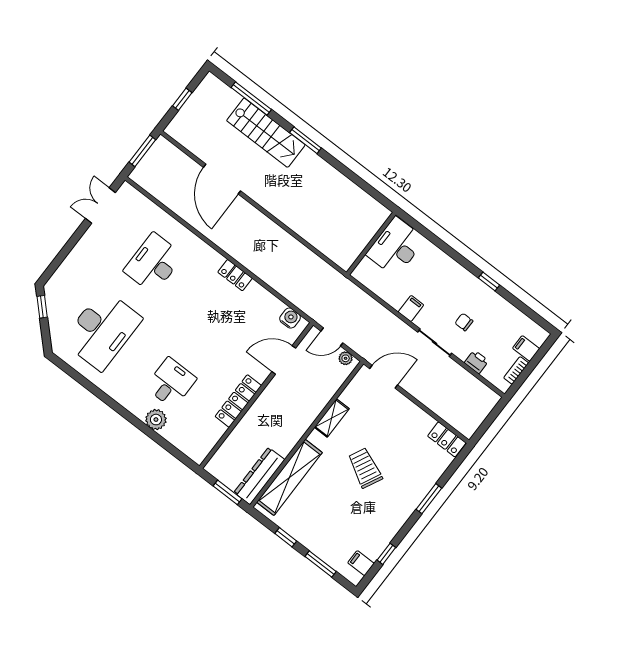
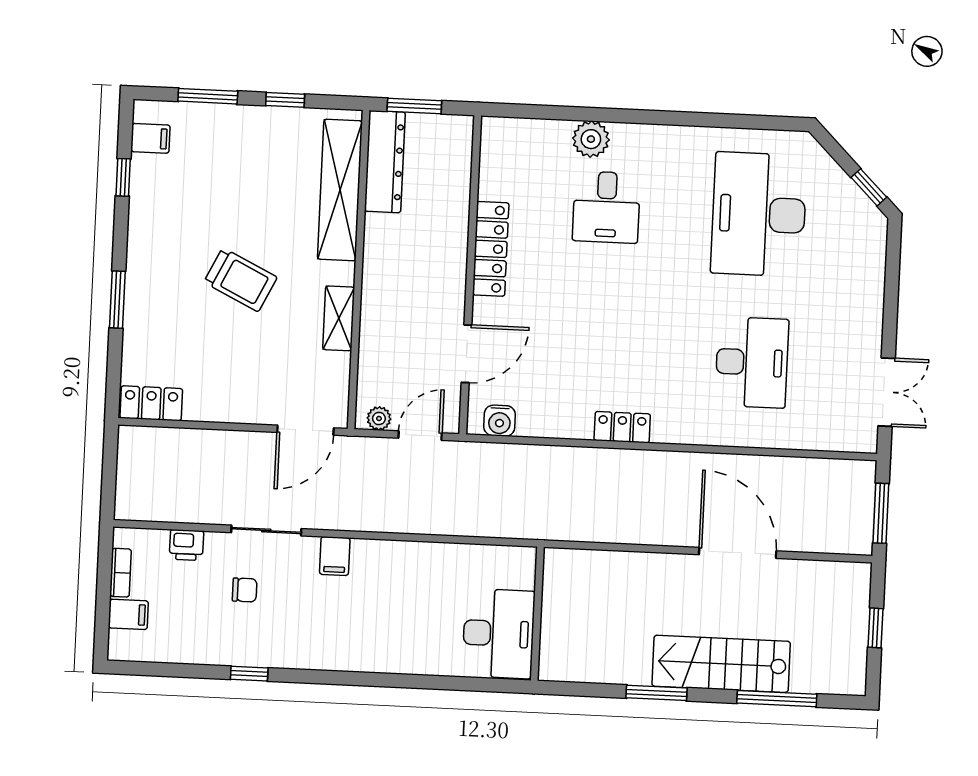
wall: (371, 243) -> (537, 614), moved
desk: (396, 247) -> (499, 634), moved

